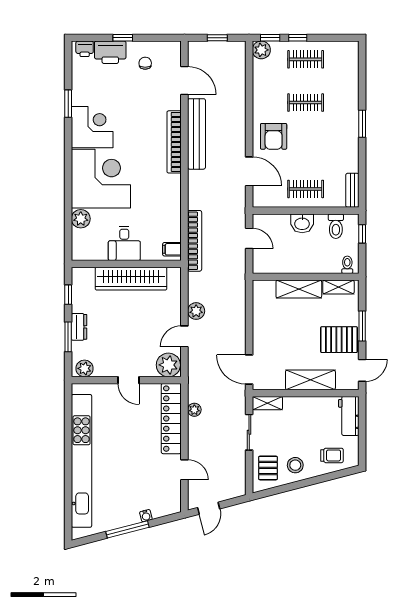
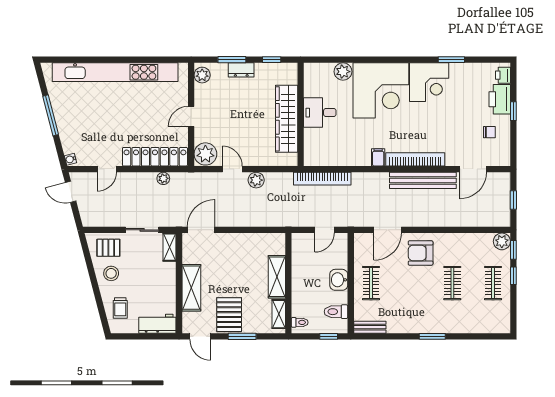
filing cabinet: (172, 249) -> (378, 157), moved
water cooler: (146, 516) -> (70, 159), moved

